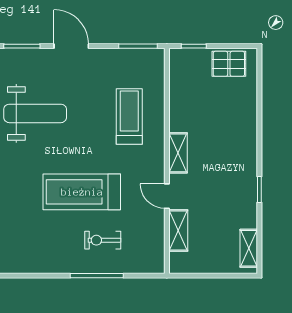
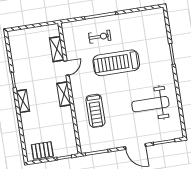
treadmill: (82, 192) -> (116, 63), turned 180
door: (167, 196) -> (66, 68), hinge flipped
shelving: (249, 248) -> (23, 101), moved

